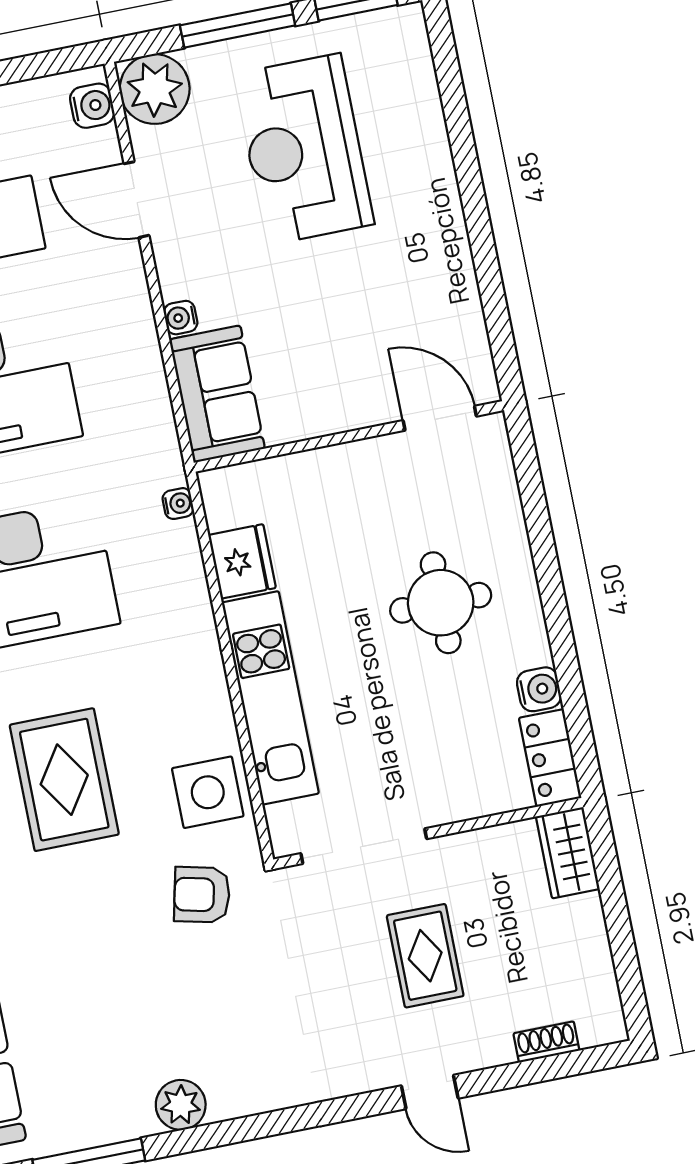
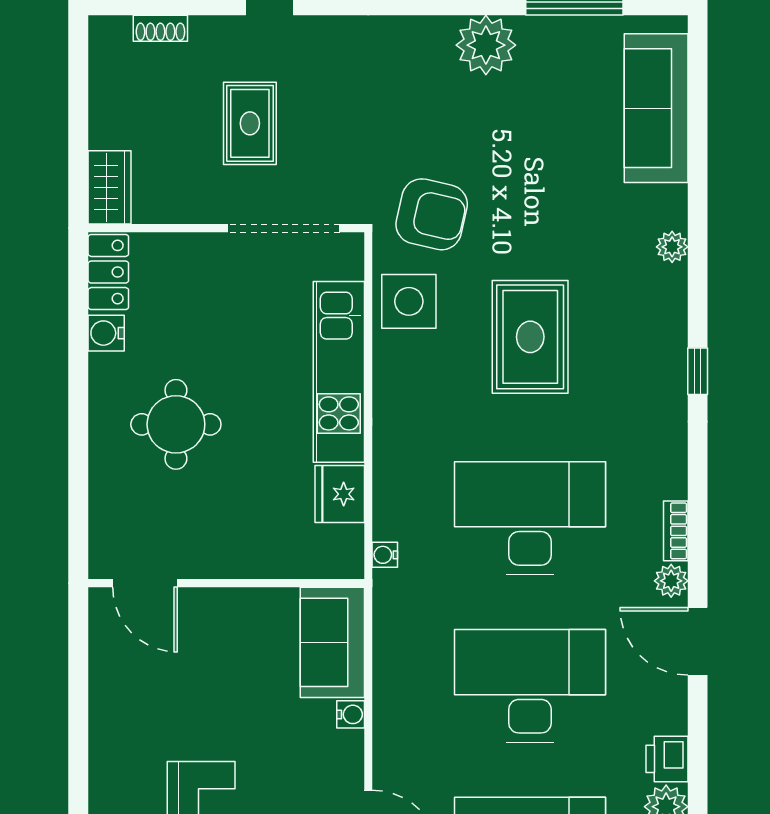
armchair: (202, 895) -> (432, 214), width x1.38, depth x1.38
plant: (181, 1105) -> (486, 45), width x1.36, depth x1.36

